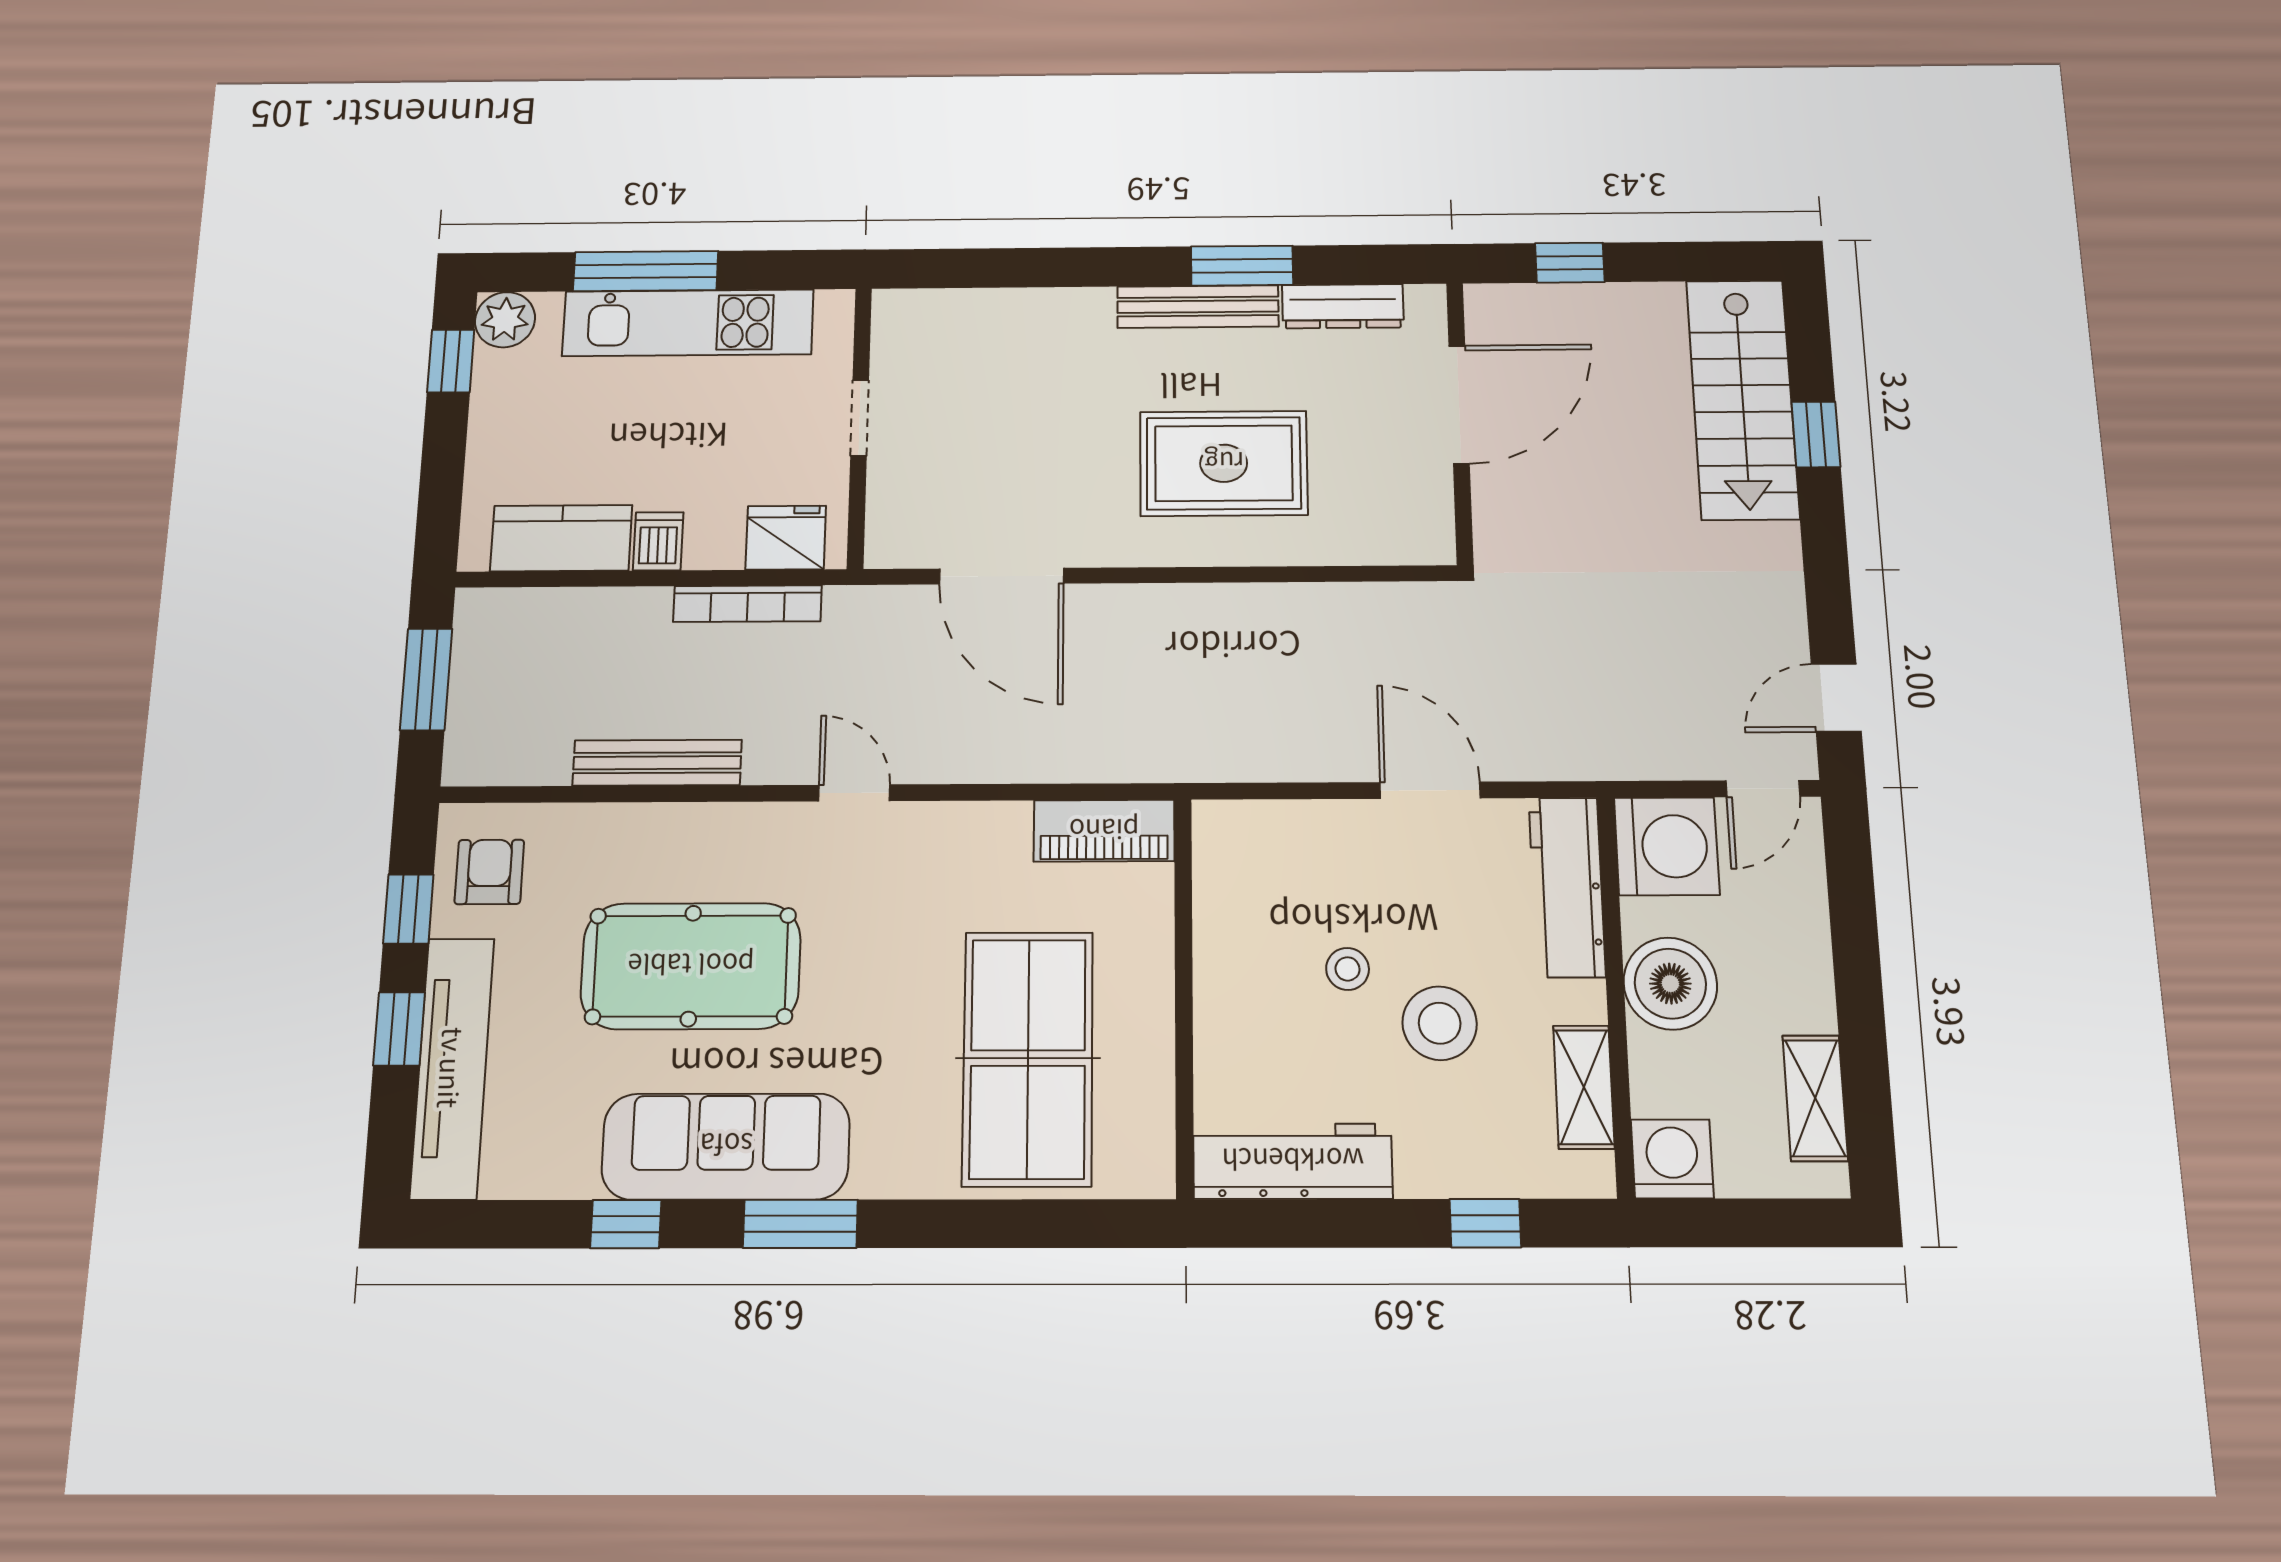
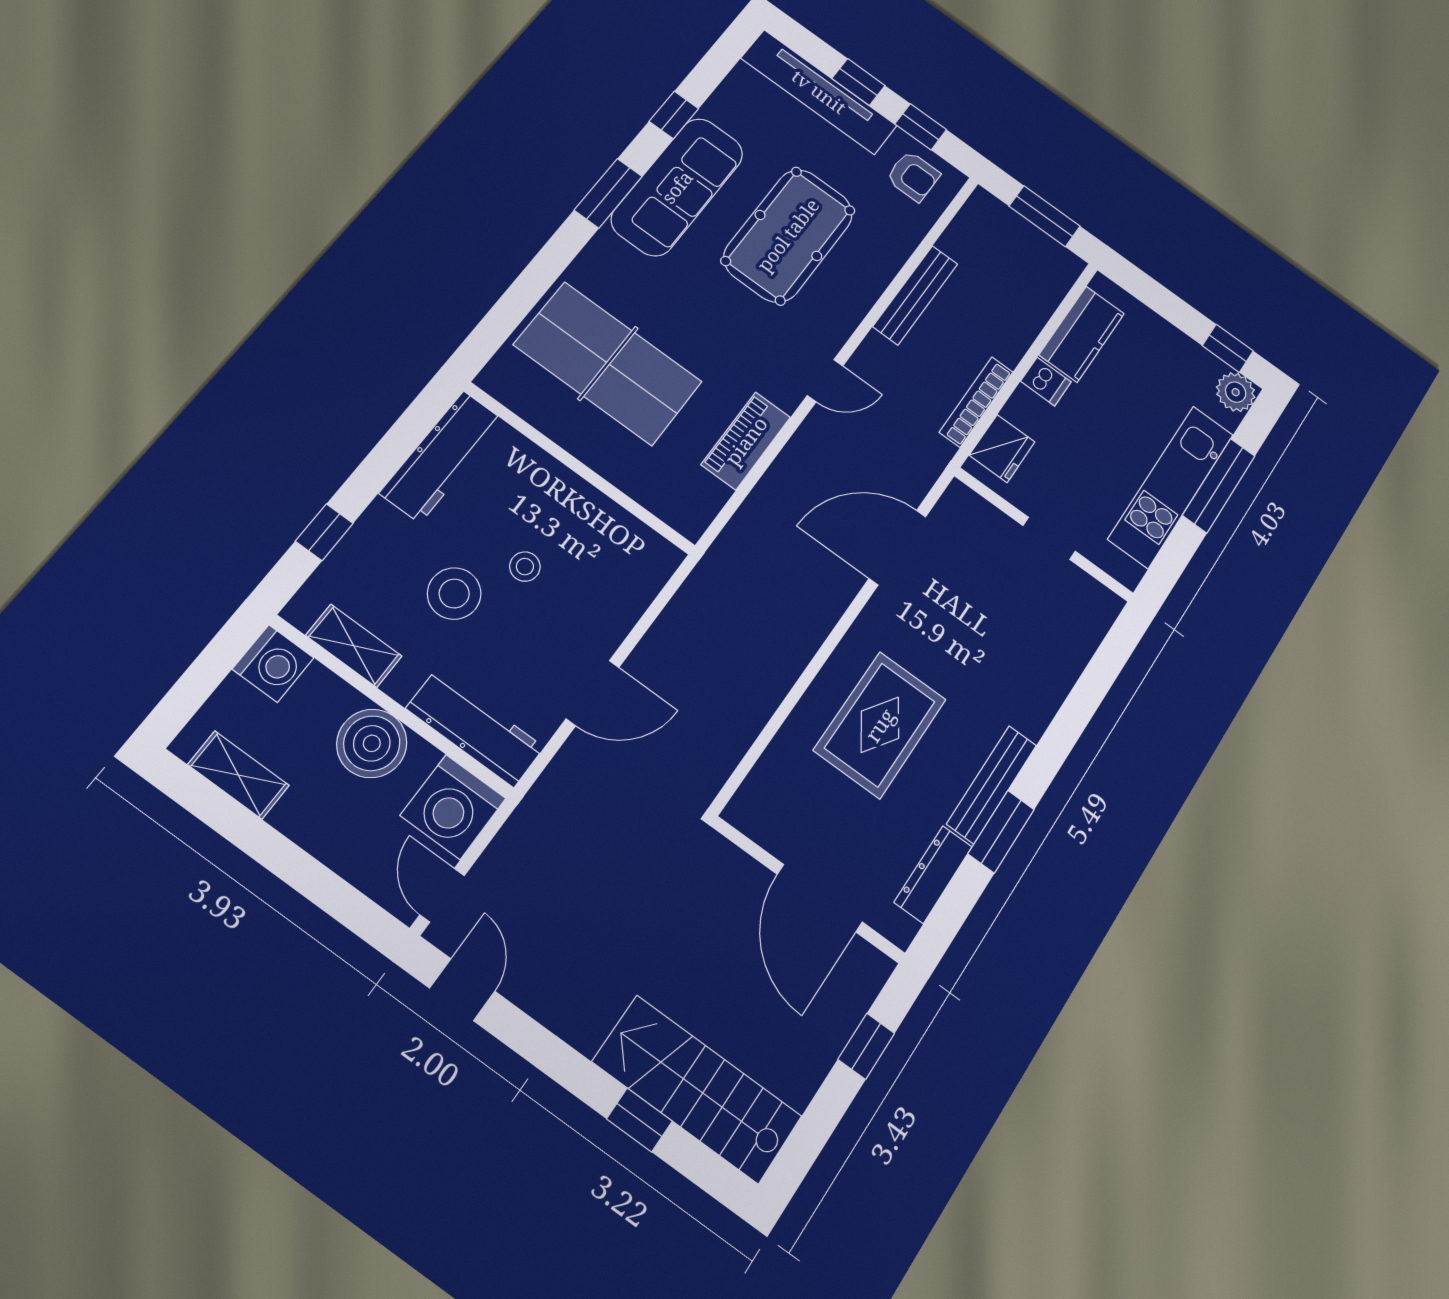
piano: (1104, 831) -> (746, 441), moved

